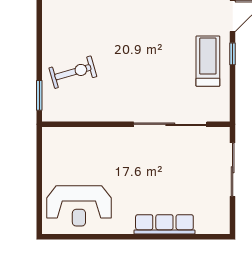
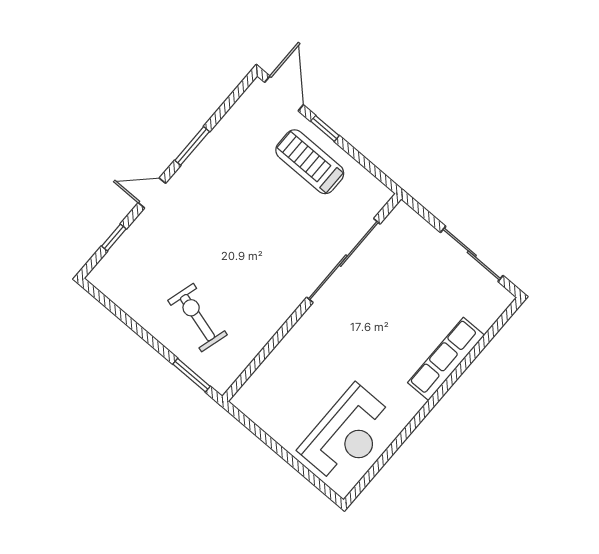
exercise bike: (73, 72) -> (197, 318), turned -58
sliding door: (233, 170) -> (472, 254), moved

